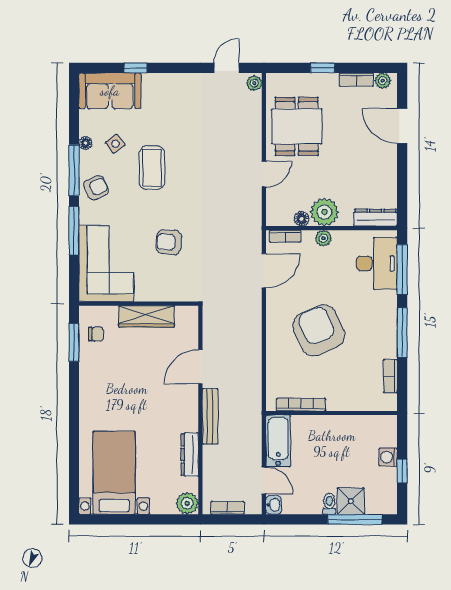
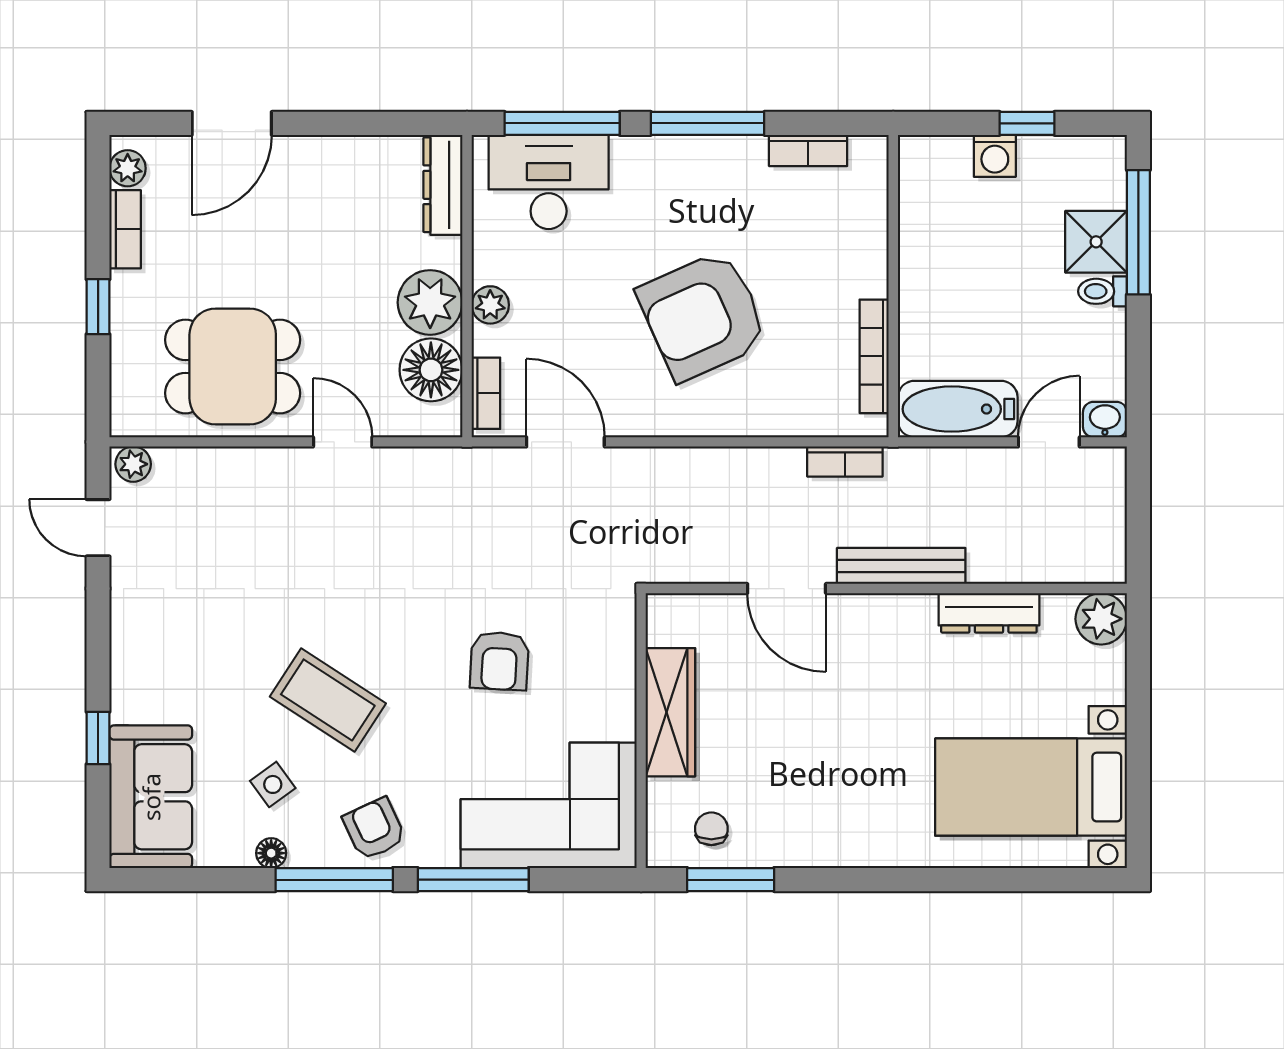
coffee table: (152, 168) -> (328, 700), turned 33
floor lamp: (302, 219) -> (431, 370), width x1.89, depth x1.89
bookcase: (227, 508) -> (845, 462), moved, turned -90

